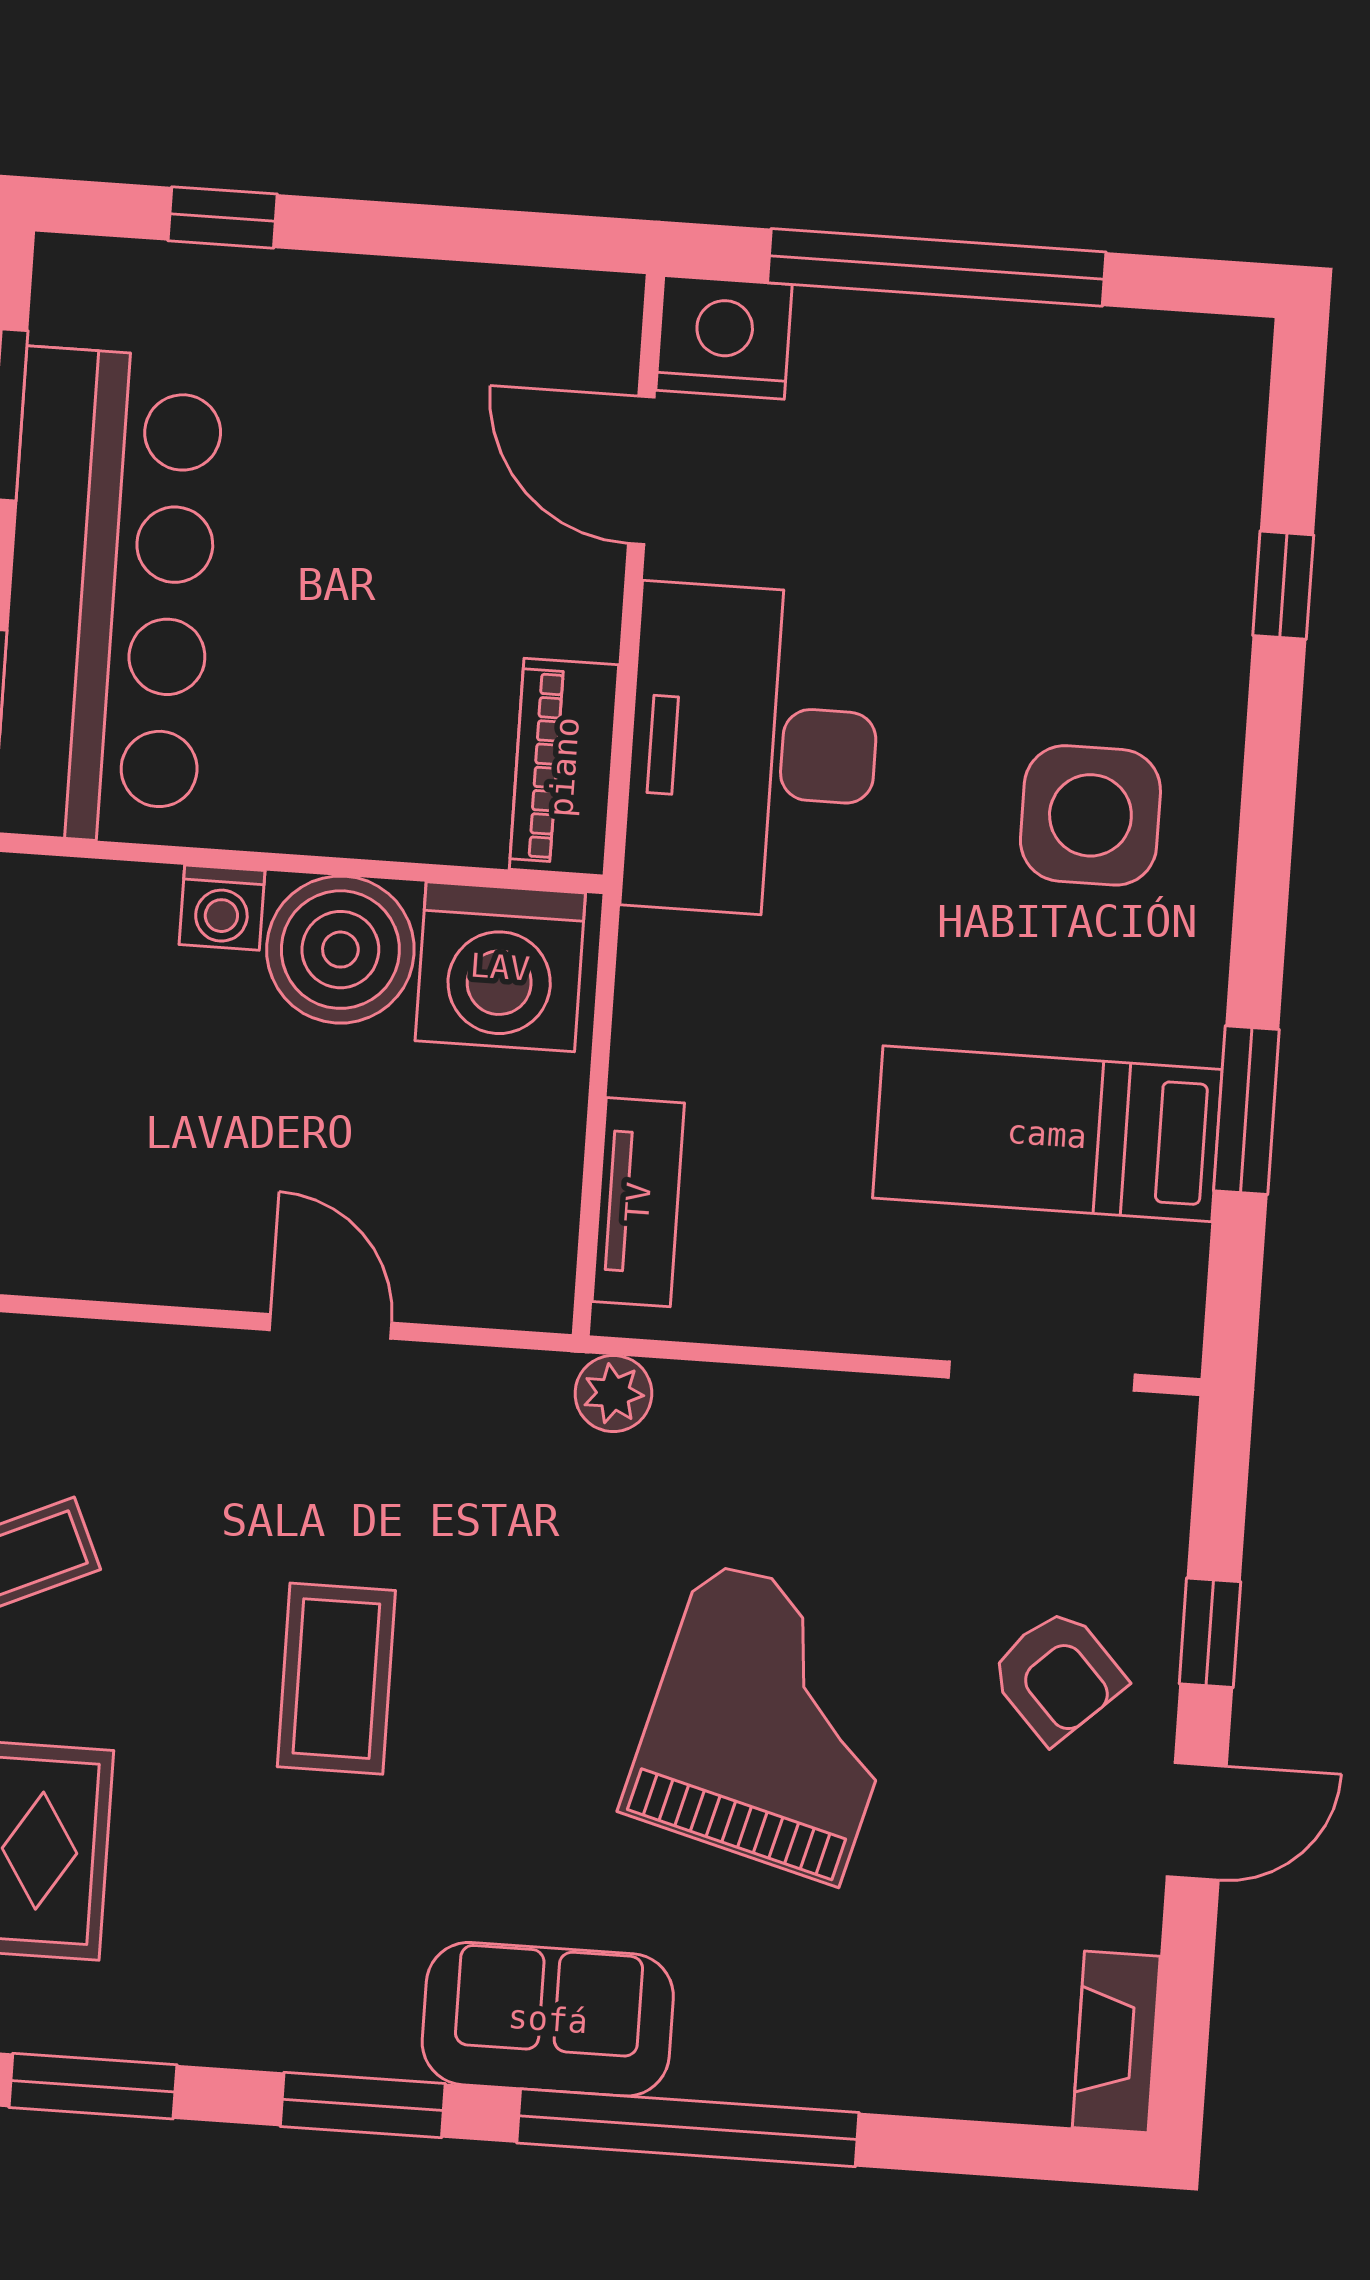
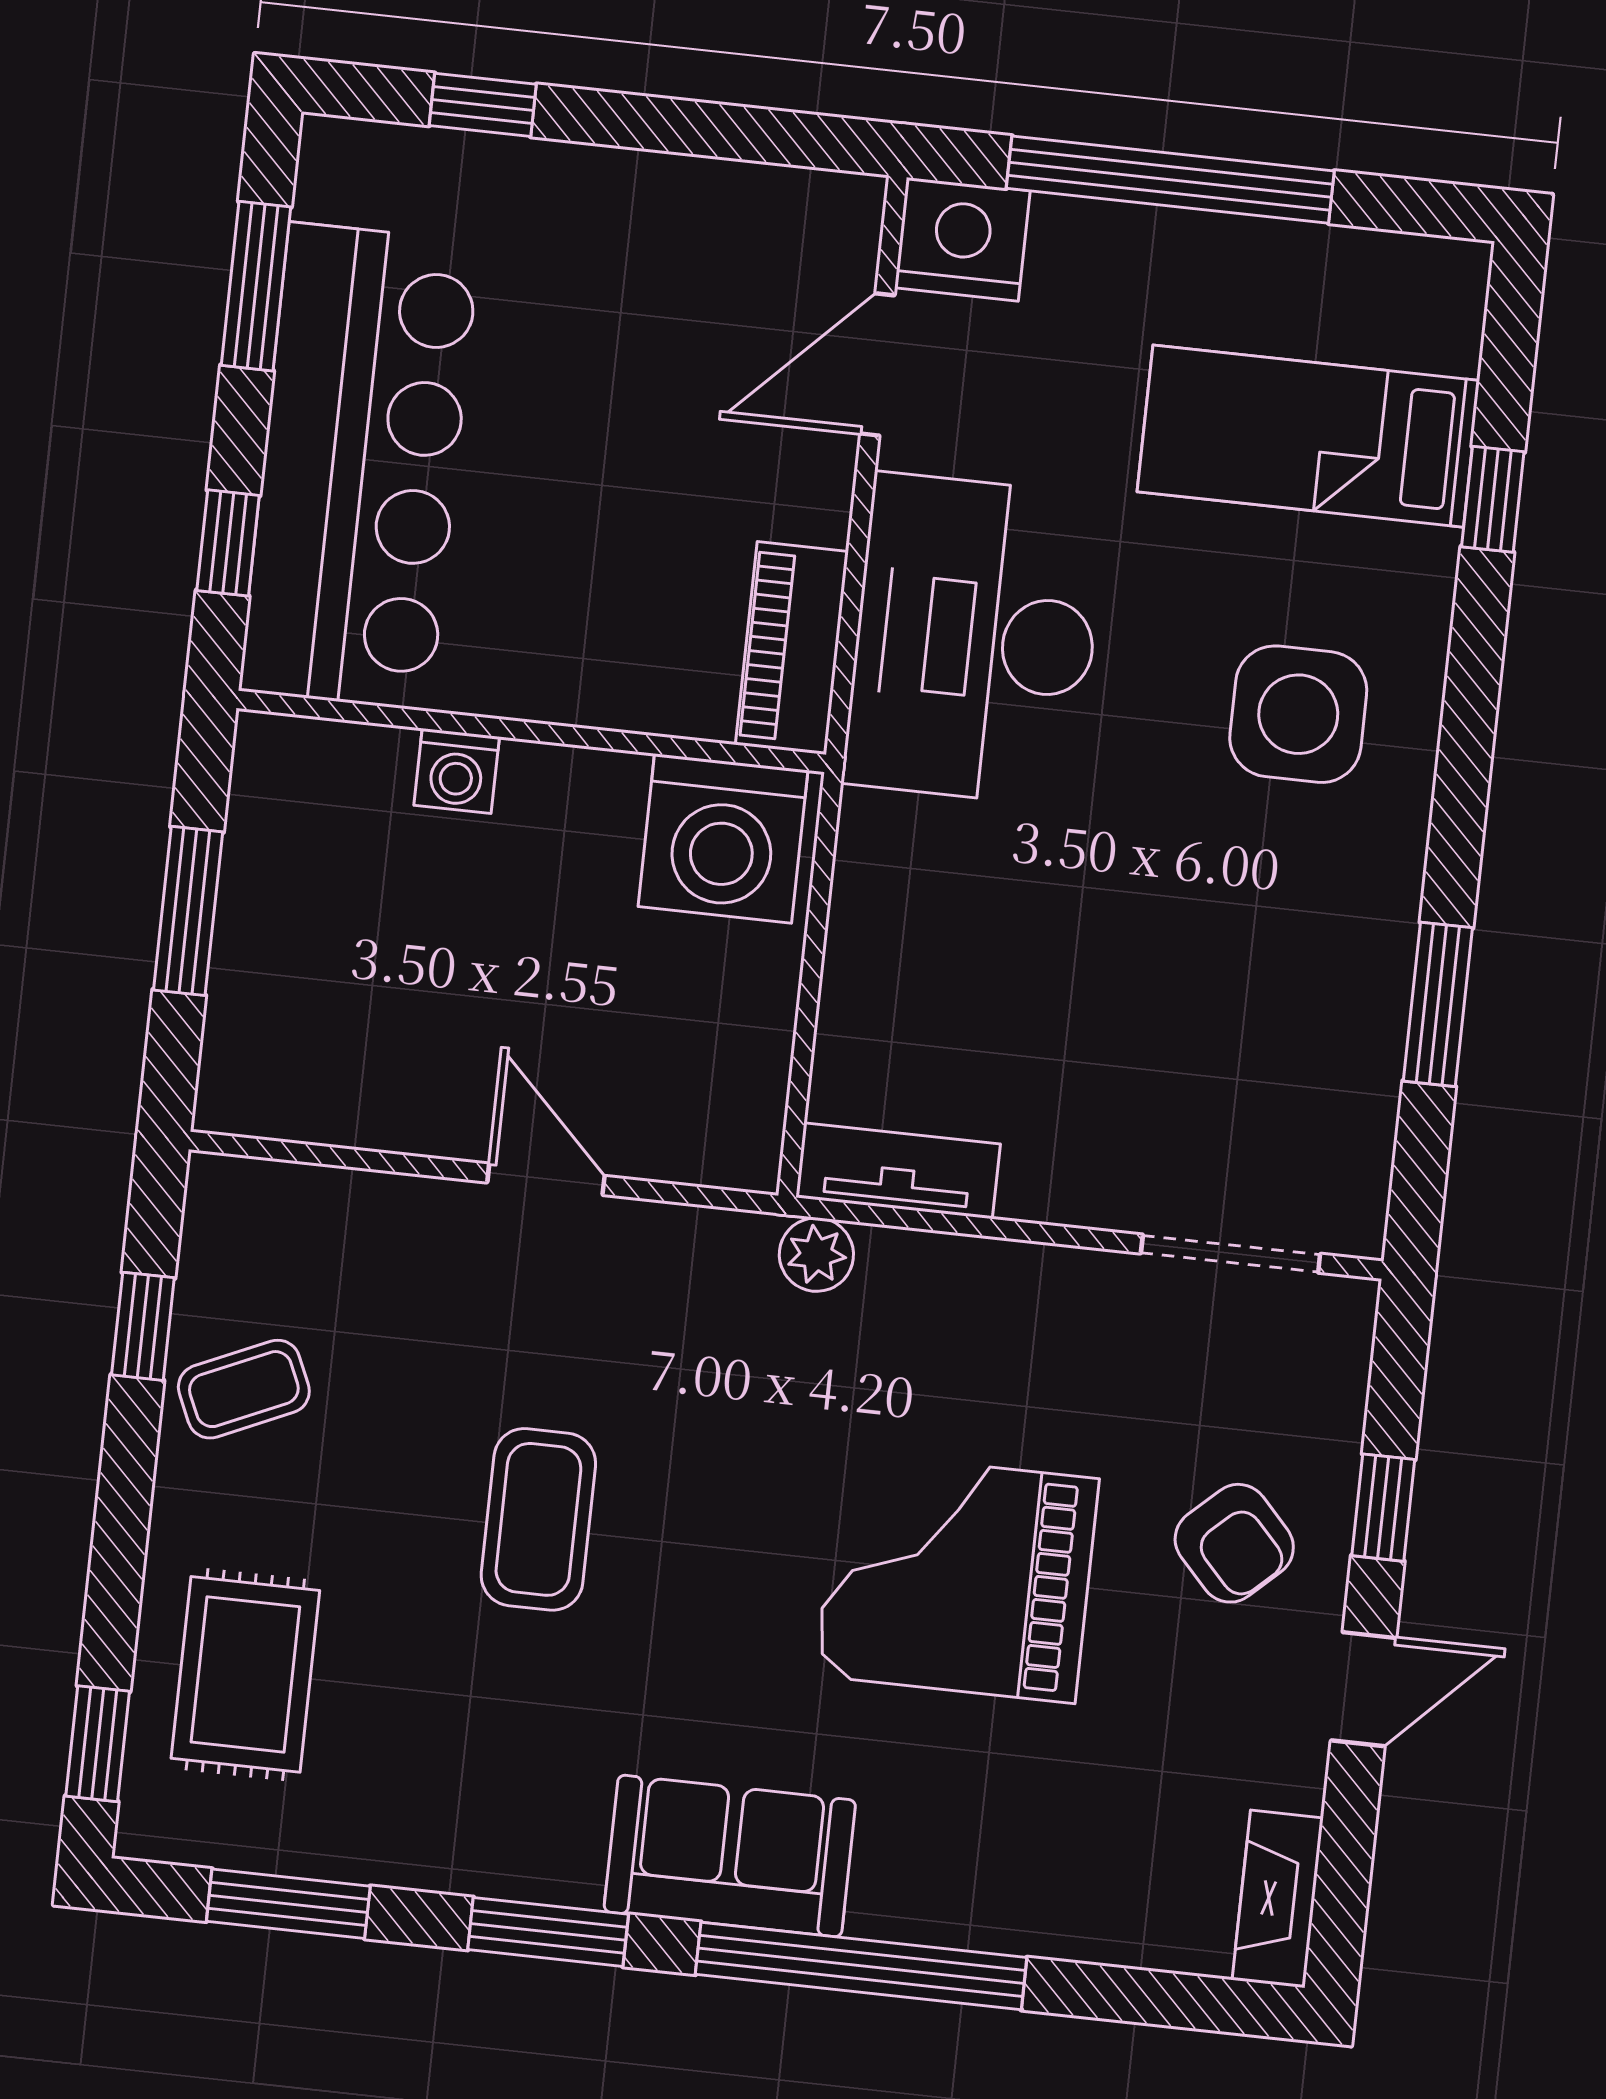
door: (641, 470) -> (877, 365), hinge flipped
boiler: (340, 950) -> (569, 816), removed
bed: (1047, 1134) -> (1308, 436), moved
tv unit: (638, 1202) -> (898, 1171), moved, turned -90
grand piano: (772, 1722) -> (957, 1577), turned -105

